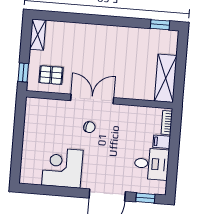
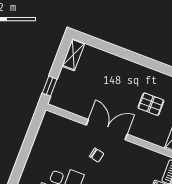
pallet: (51, 75) -> (151, 104), moved

